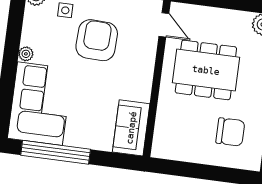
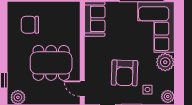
plant: (26, 54) -> (165, 62), width x1.88, depth x1.88

